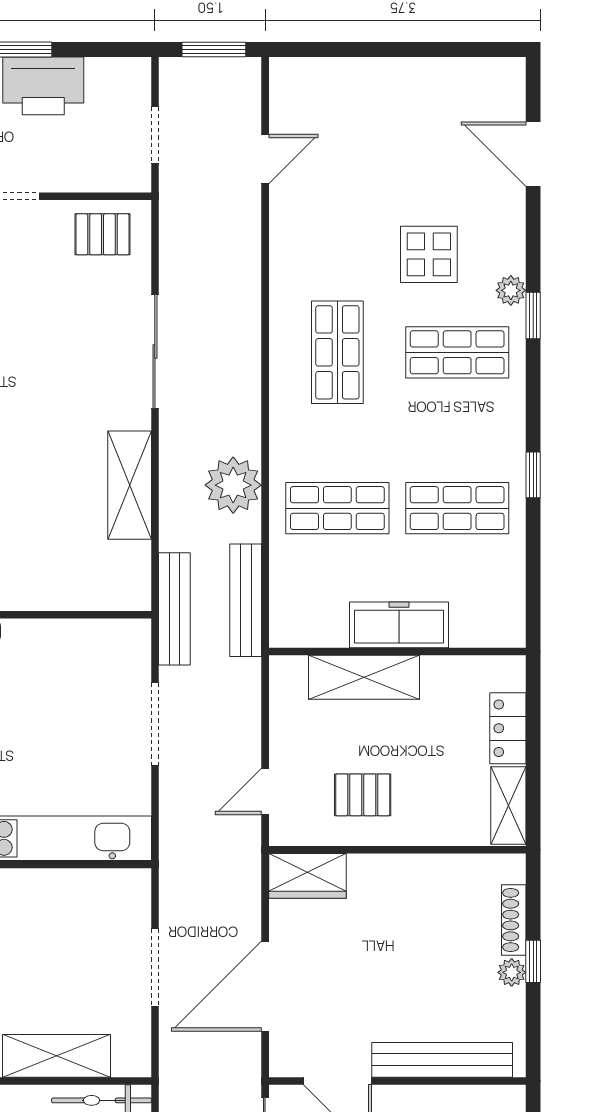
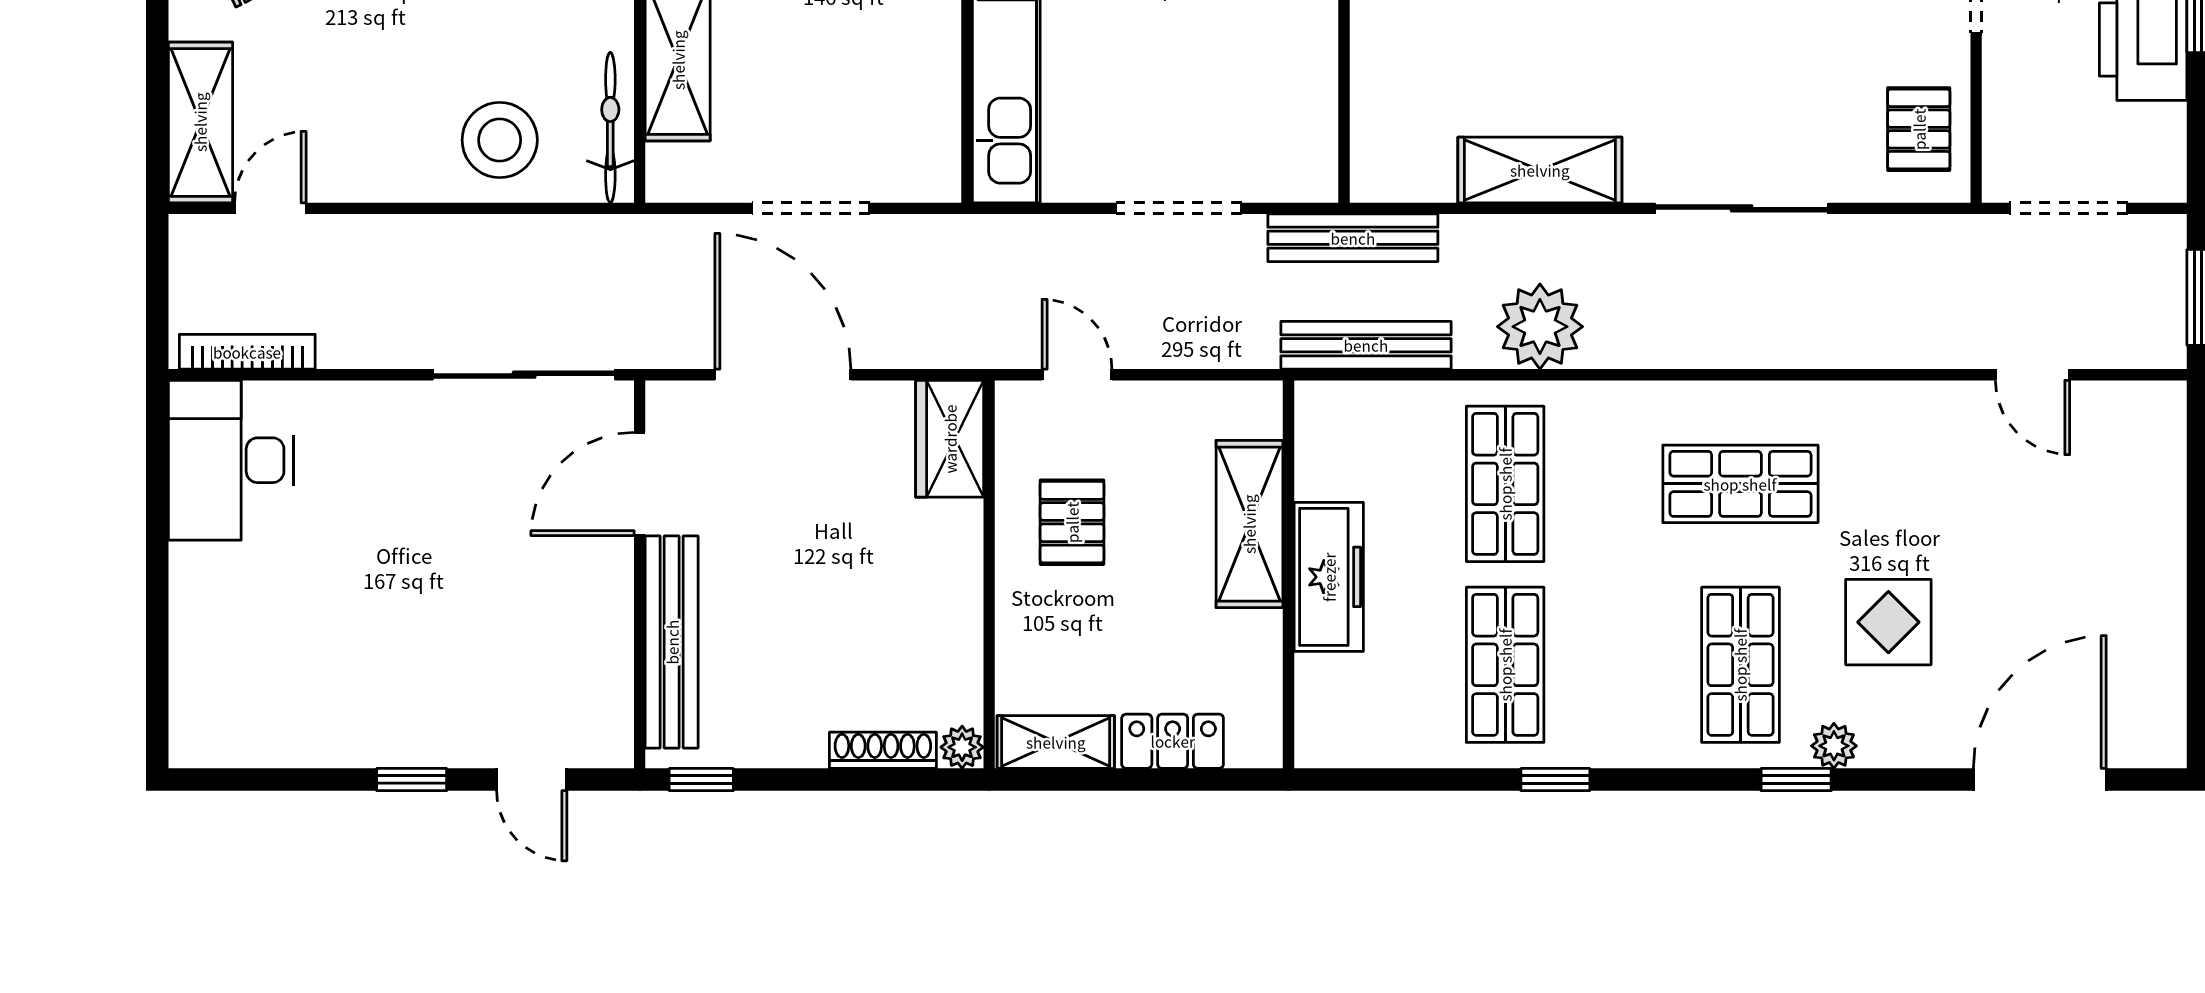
doorway: (155, 135) -> (2069, 208), width x1.38
door: (533, 154) -> (2040, 780), width x1.36
window: (533, 961) -> (701, 780), moved
plant: (512, 972) -> (962, 747), moved

